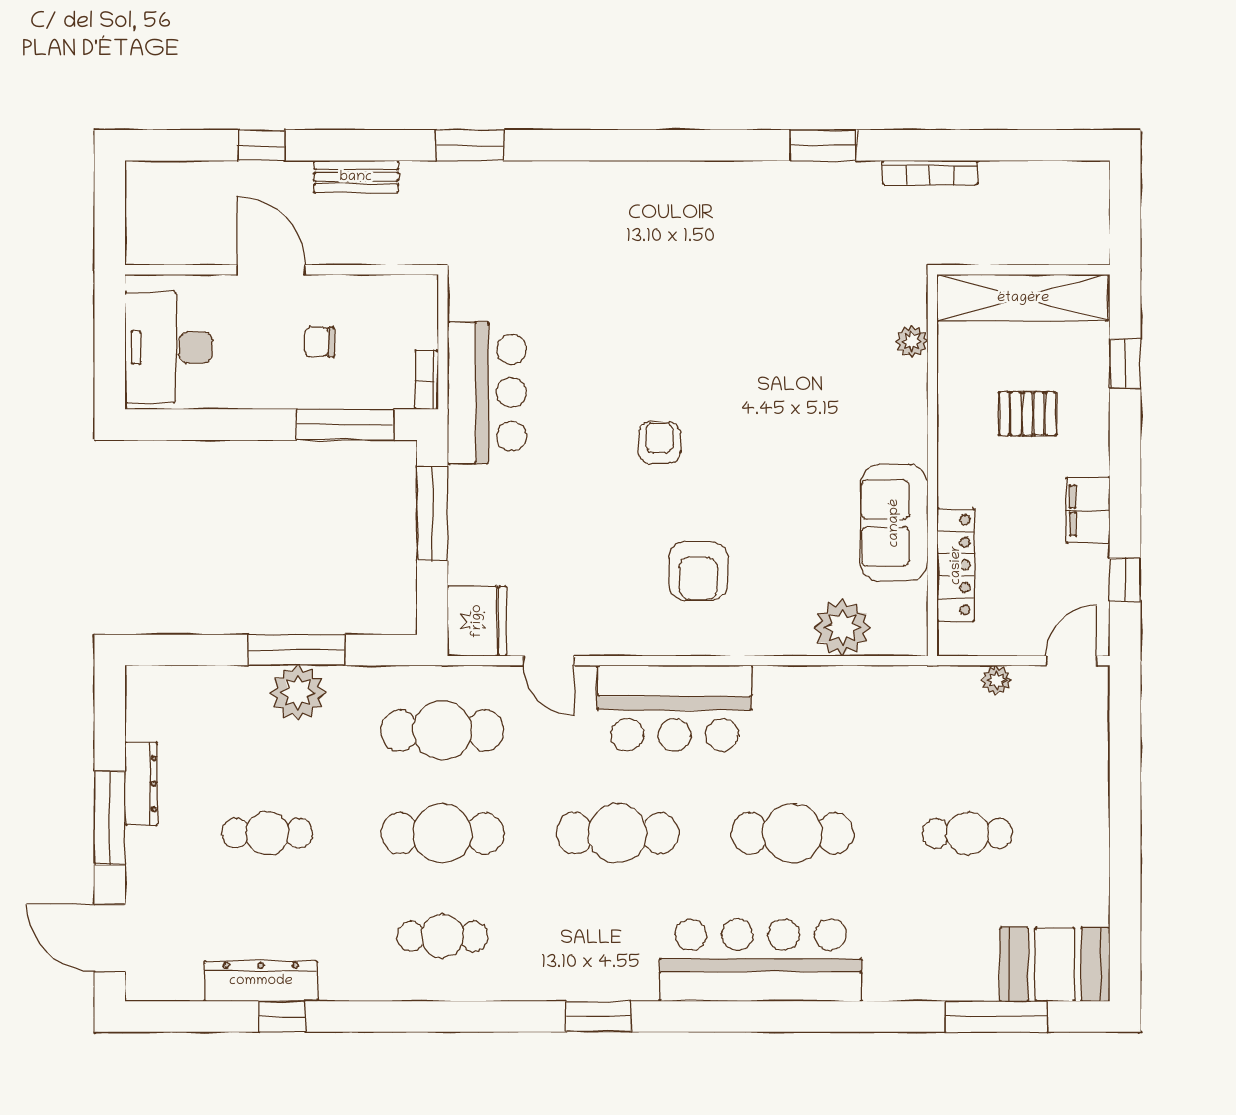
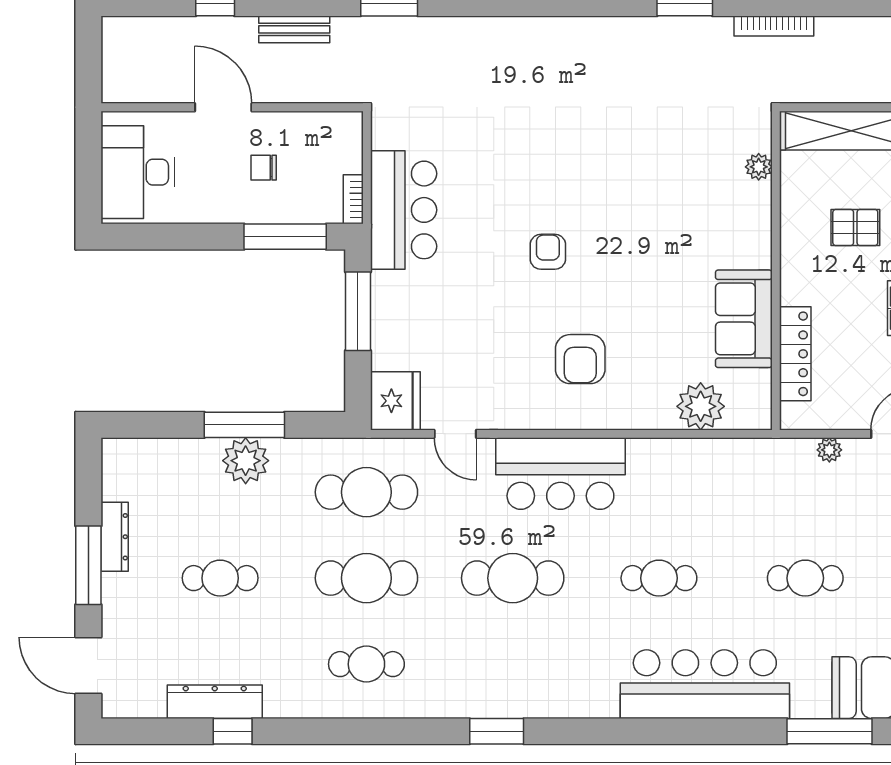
cafe table: (792, 833) -> (659, 578), width x0.73, depth x0.74
bar counter: (761, 960) -> (705, 684), moved

